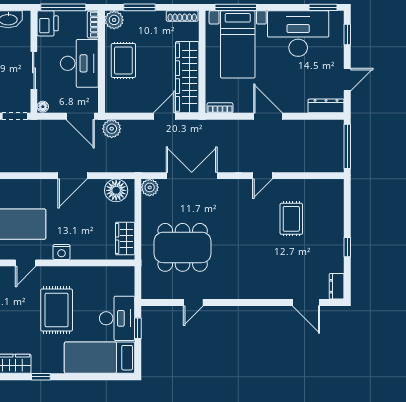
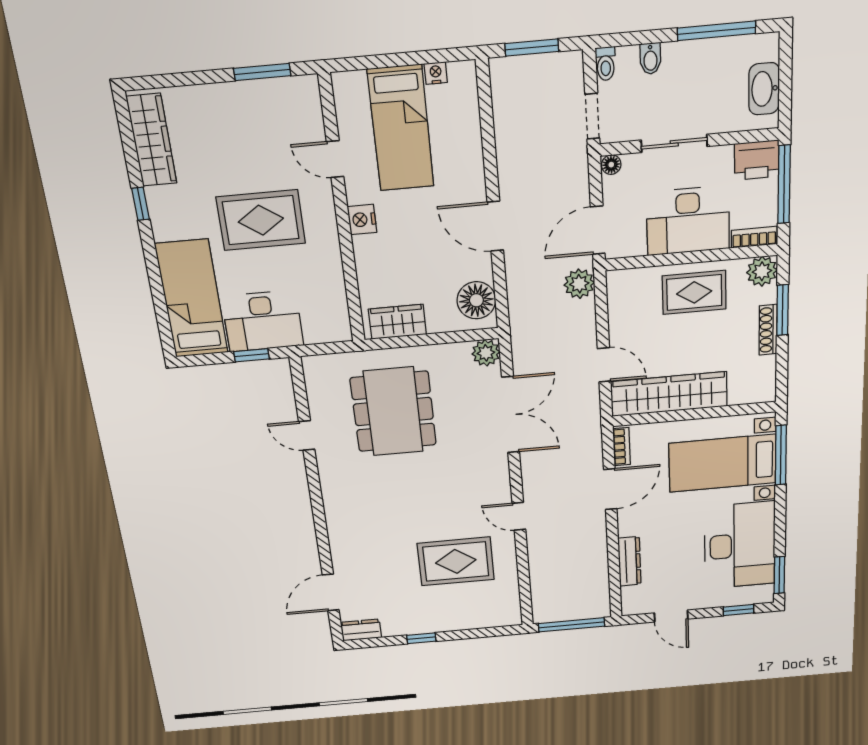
shoe rack: (182, 16) -> (768, 330), moved
dresser: (326, 106) -> (629, 561), moved
door: (268, 116) -> (610, 489), moved
rug: (291, 219) -> (456, 561), width x1.36, depth x1.43

